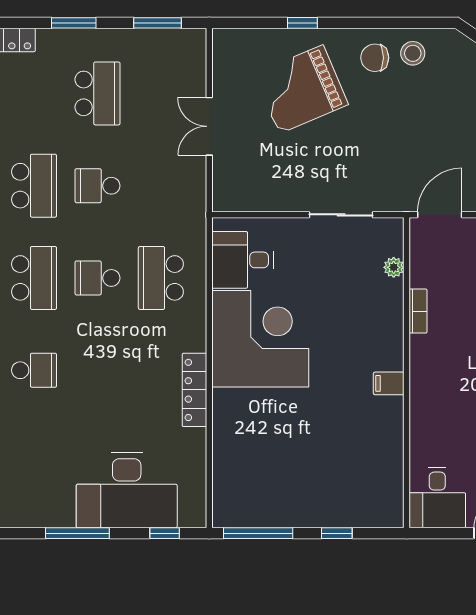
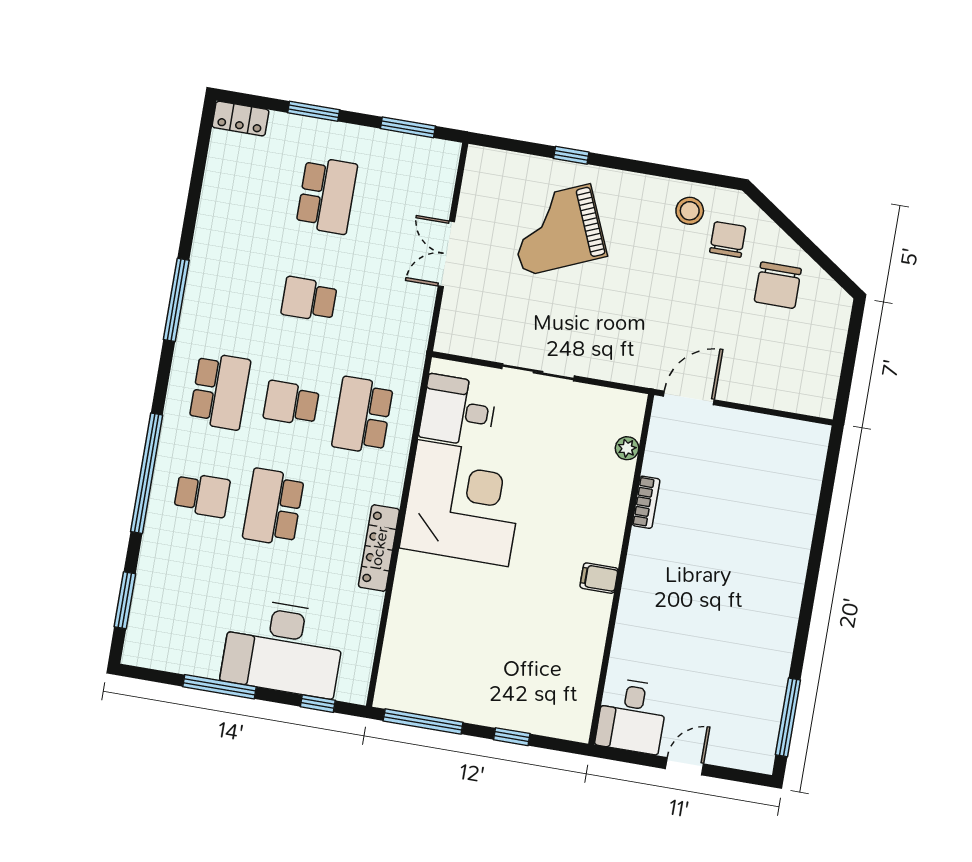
chair: (375, 58) -> (728, 239), moved, turned 90
school desk: (34, 186) -> (273, 507), moved, turned 180
sliding door: (341, 215) -> (538, 372), moved

